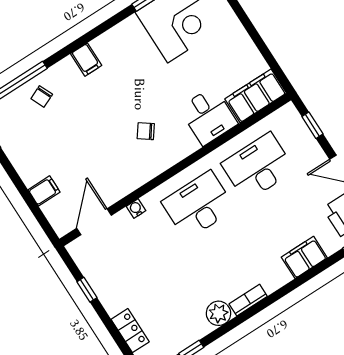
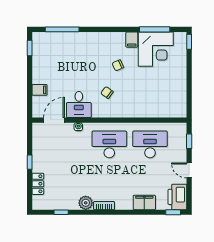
filing cabinet: (86, 60) -> (132, 40), moved
chair: (42, 96) -> (118, 65), moved
filing cabinet: (256, 96) -> (171, 110), removed
desk: (208, 116) -> (79, 105), moved
window: (87, 290) -> (30, 162), moved

